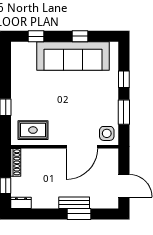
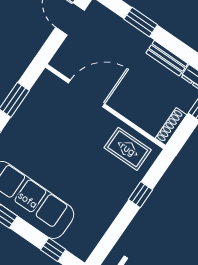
side table: (107, 133) -> (49, 89), removed
bench: (74, 203) -> (167, 58), moved

